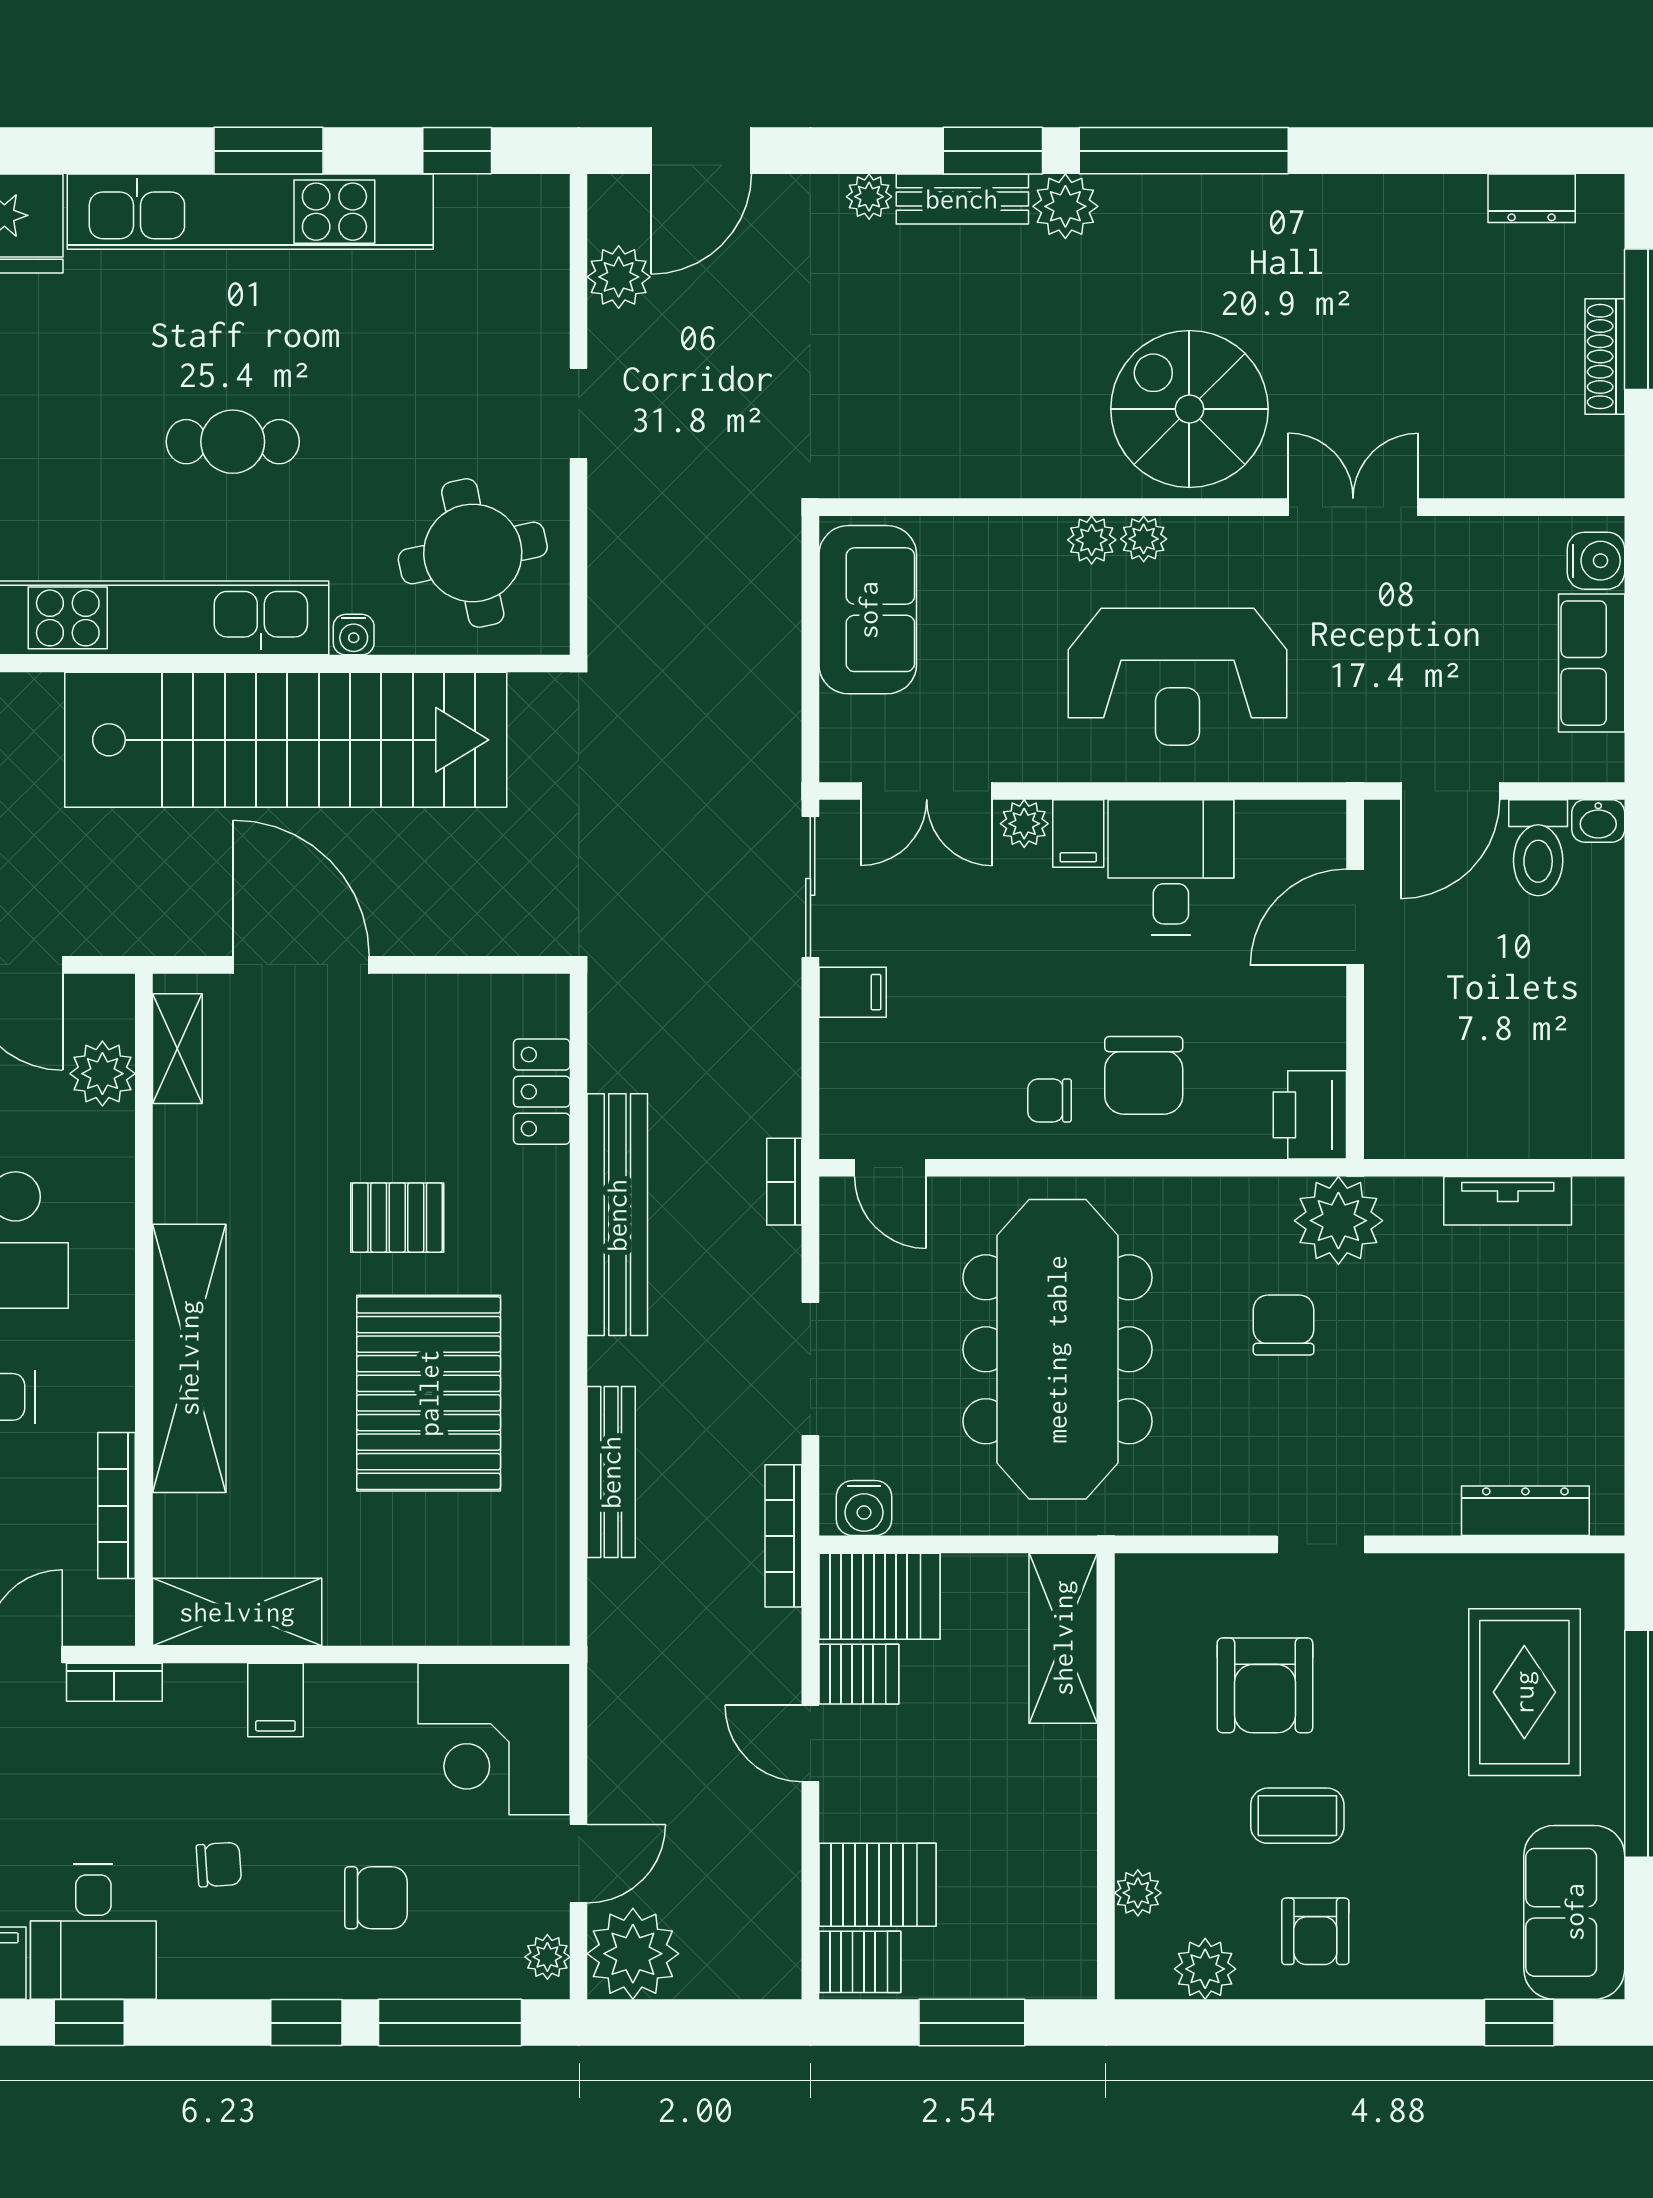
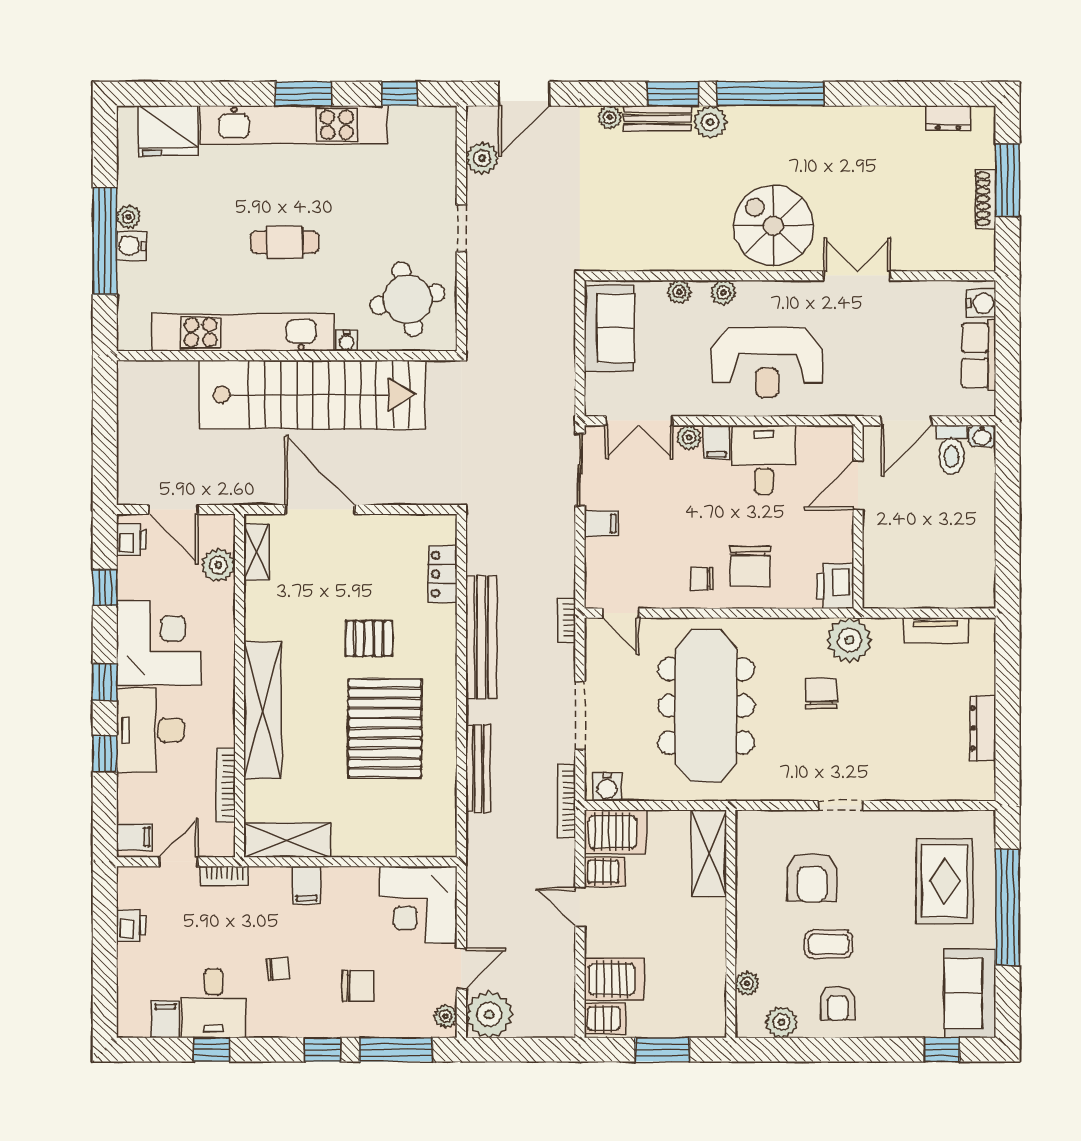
plant: (1144, 539) -> (679, 292), moved
dresser: (1525, 1511) -> (983, 728), moved, turned -90

